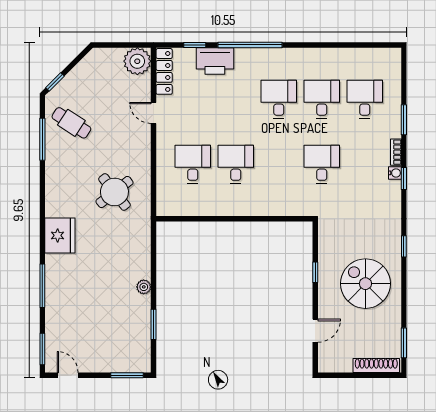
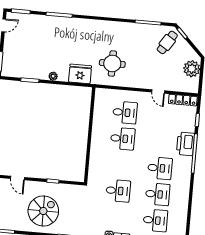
plant: (137, 61) -> (192, 69), moved
printer: (215, 61) -> (185, 144), moved
door: (154, 113) -> (158, 91), swing flipped
cafe table: (71, 123) -> (167, 42), moved
round table: (114, 192) -> (112, 63), turned 38
fridge: (60, 235) -> (80, 74), moved, turned 180

